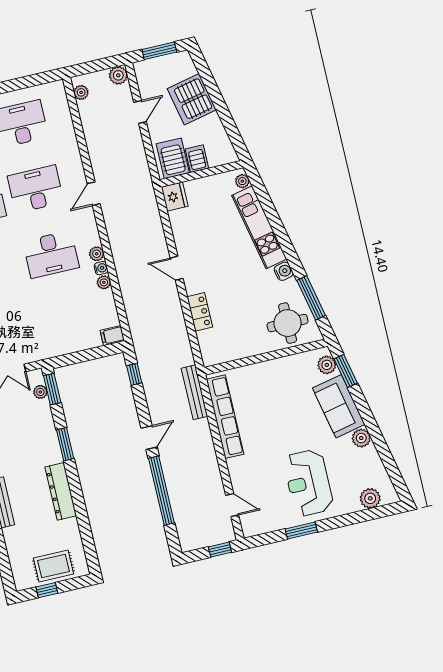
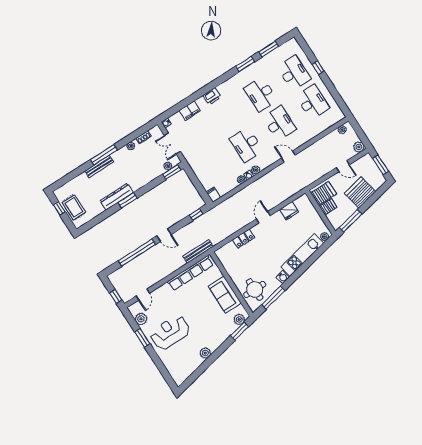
window: (232, 130) -> (351, 221), added
fridge: (175, 197) -> (289, 211), moved
sofa: (339, 406) -> (225, 295), moved, turned -78
window: (65, 444) -> (128, 200), moved
plant: (370, 498) -> (141, 319), moved

